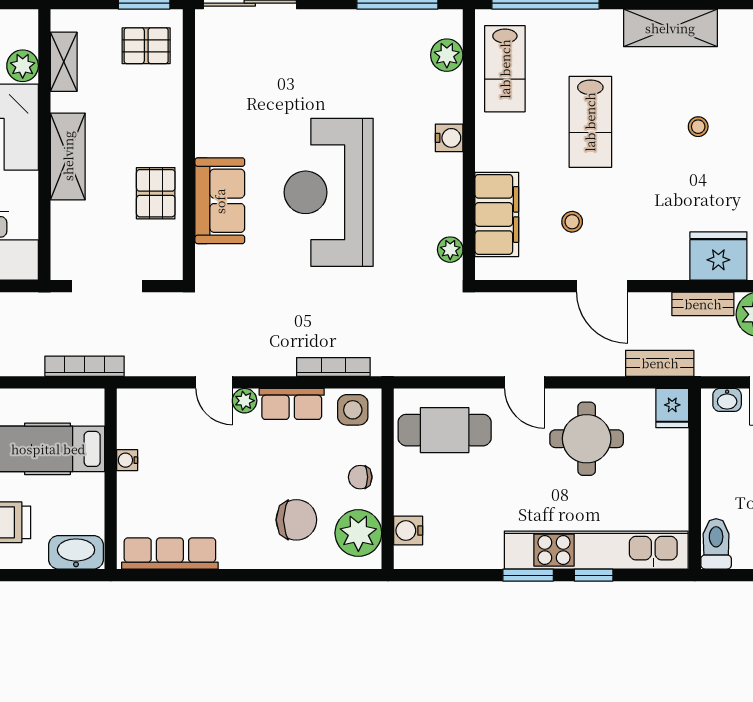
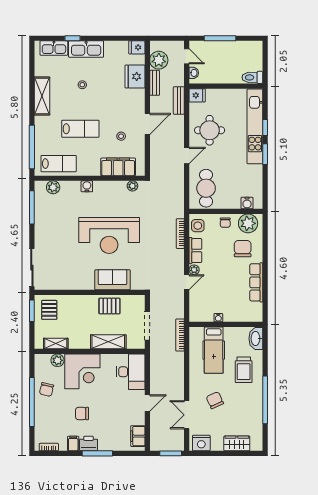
shelving: (68, 156) -> (108, 342), moved
row of seats: (170, 553) -> (256, 282), moved

